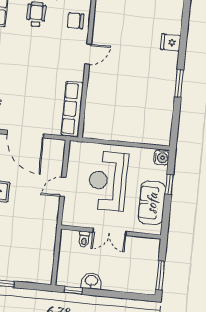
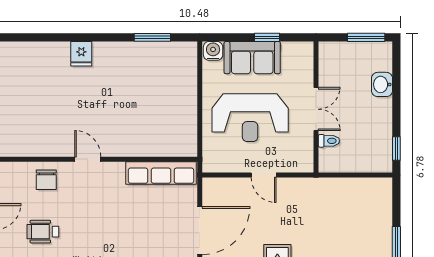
fridge: (171, 42) -> (81, 54), moved
window: (179, 83) -> (152, 37), moved
window: (169, 184) -> (267, 37), moved
sofa: (152, 203) -> (252, 58), moved
washbasin: (91, 281) -> (382, 84), moved

